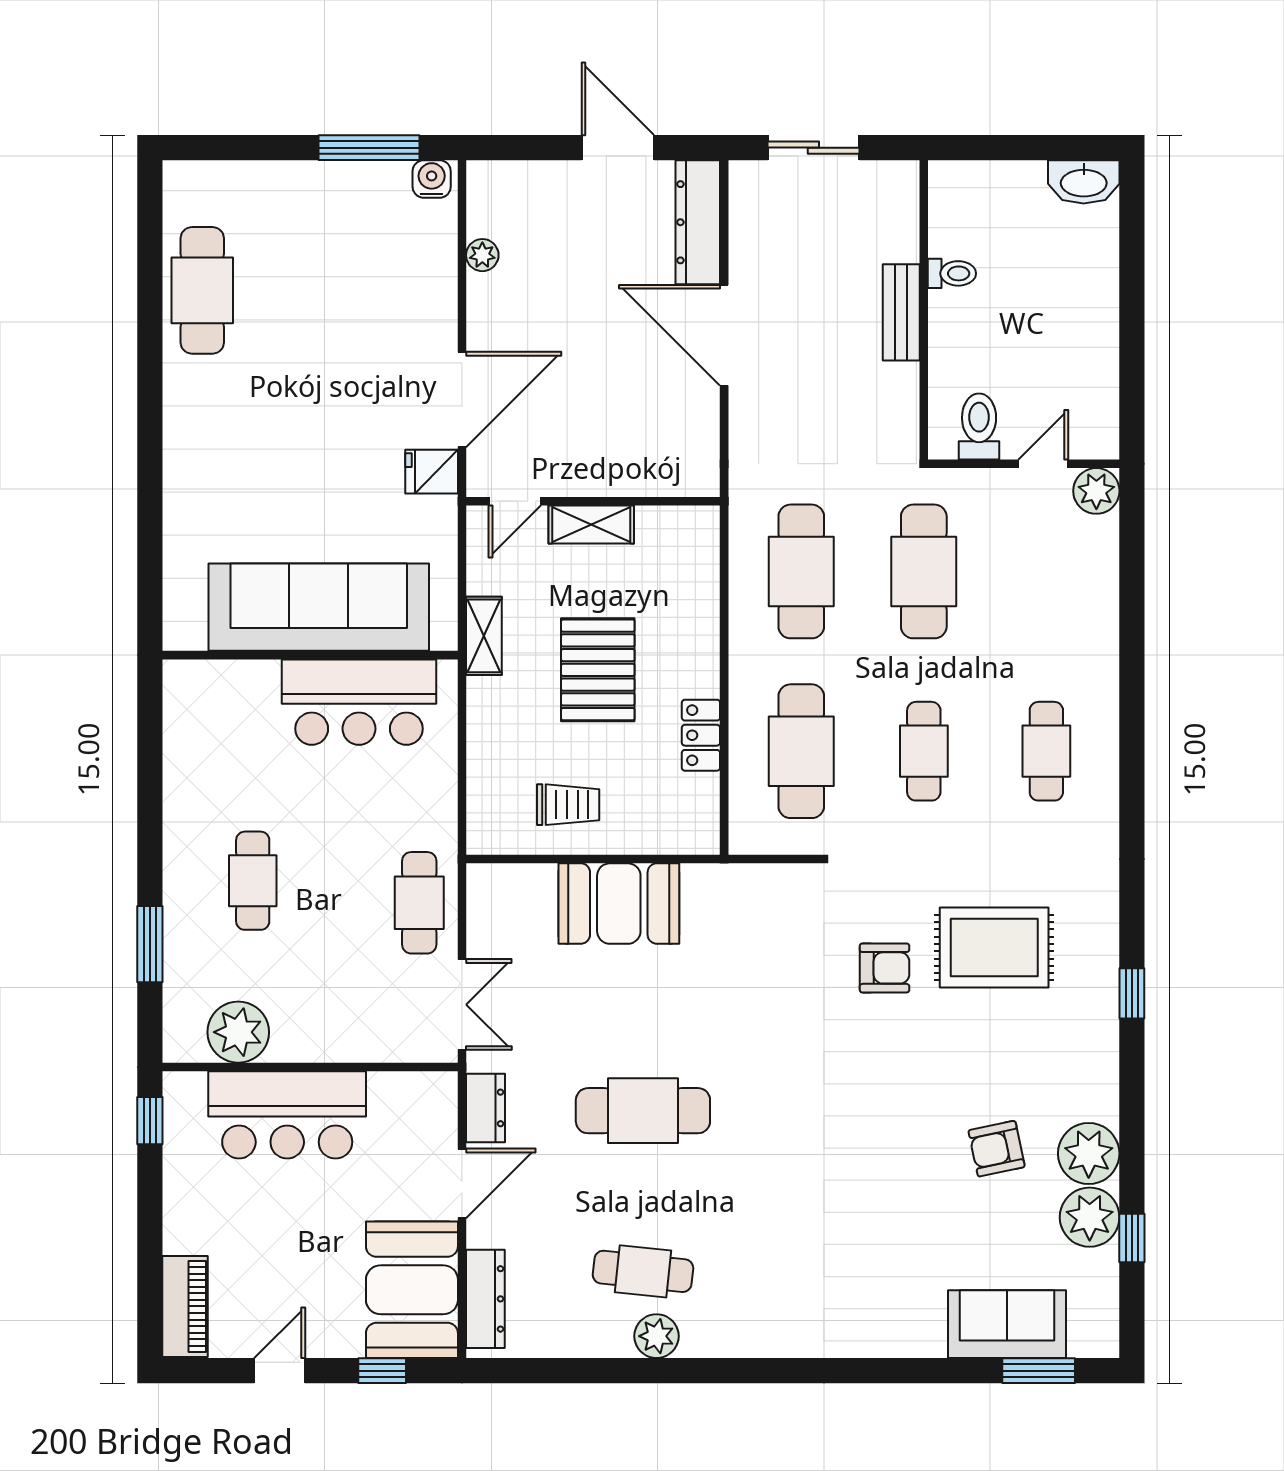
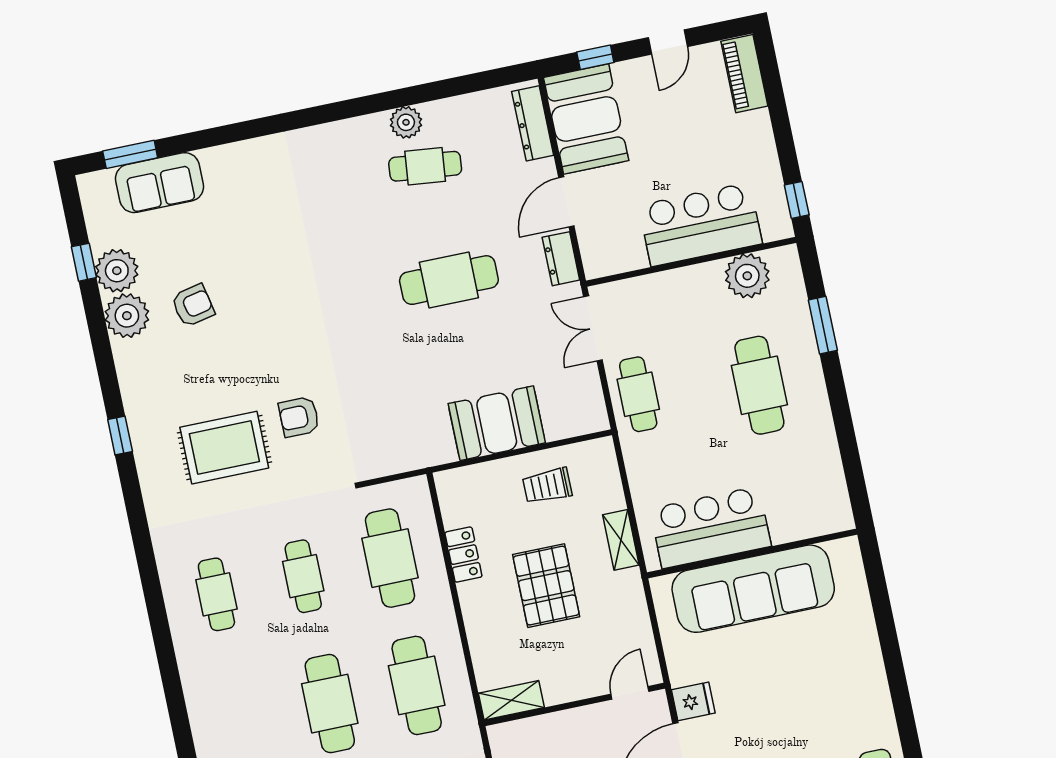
shelving: (591, 524) -> (511, 700), moved
shelving: (484, 636) -> (621, 540), moved
cafe table: (253, 881) -> (759, 385), width x1.37, depth x1.35

